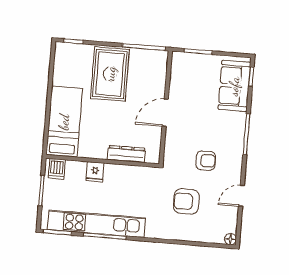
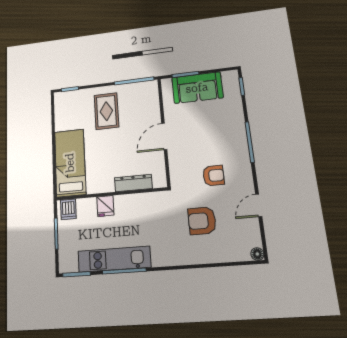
rug: (110, 74) -> (106, 111), width x0.73, depth x0.70
sofa: (234, 86) -> (197, 88), moved, turned -90
kitchen unit: (96, 224) -> (114, 259), width x0.73

